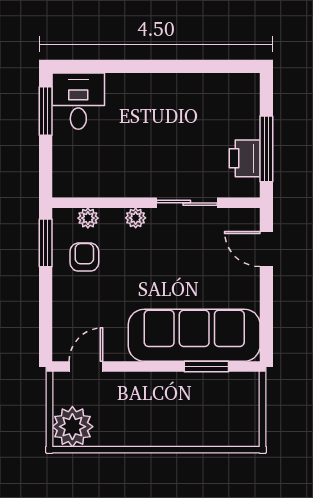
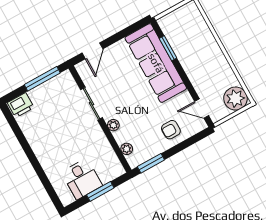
desk: (78, 101) -> (82, 179), moved, turned -90
window: (46, 111) -> (100, 191), moved
printer: (245, 158) -> (21, 105), moved
armchair: (84, 257) -> (171, 130), moved

